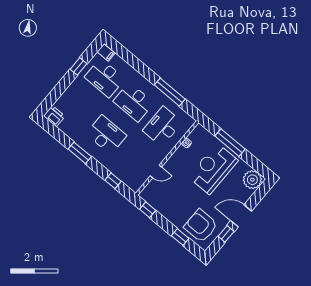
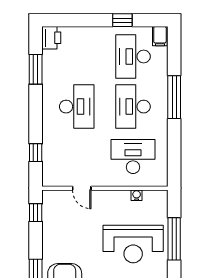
window: (170, 92) -> (174, 97), moved
window: (80, 153) -> (36, 69), moved
reception desk: (213, 169) -> (133, 244), turned 180

